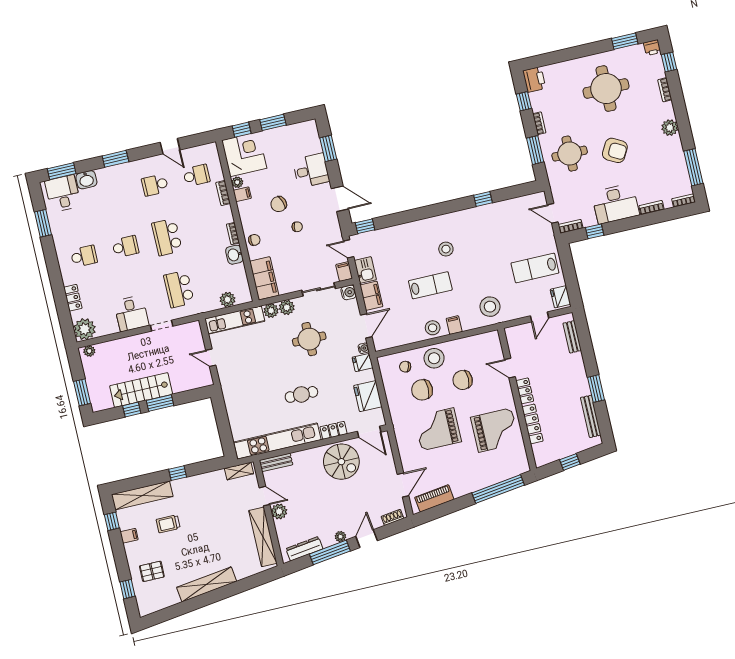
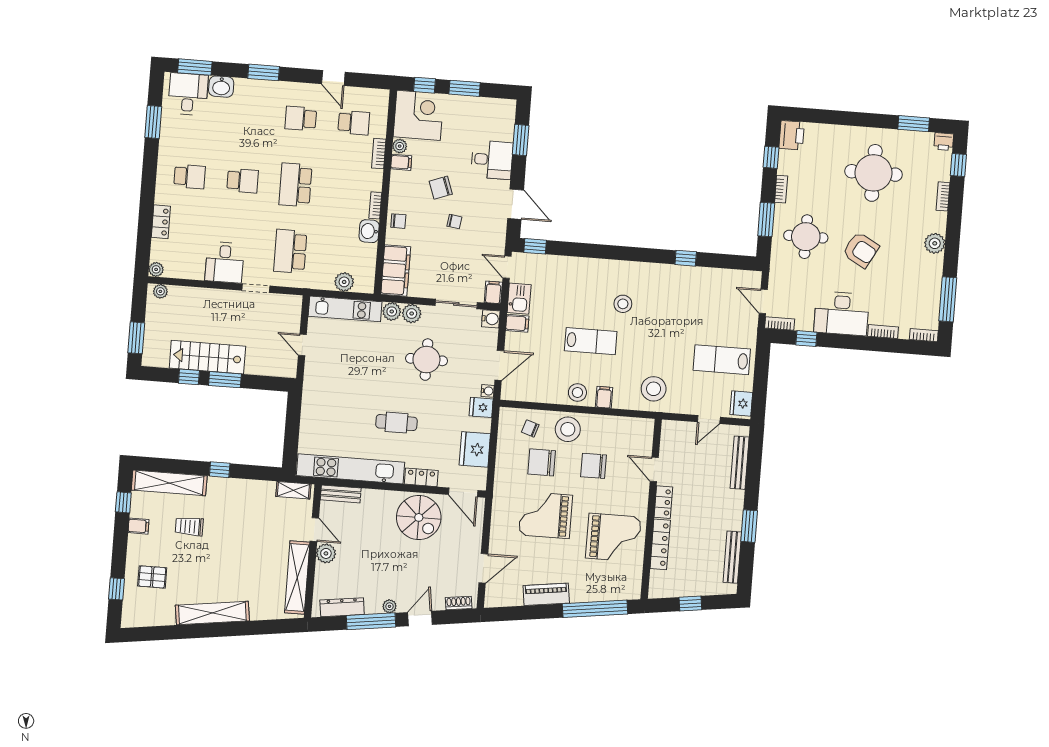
filing cabinet: (371, 296) -> (517, 323), width x0.50
plant: (85, 329) -> (156, 269), width x0.53, depth x0.53
bench: (572, 337) -> (740, 463), width x1.36
piano: (434, 498) -> (546, 594), moved

